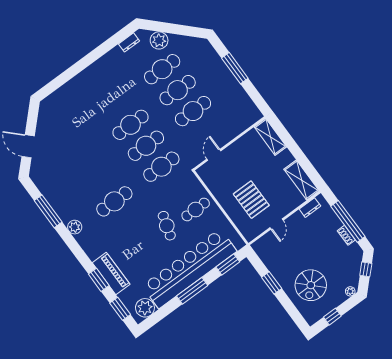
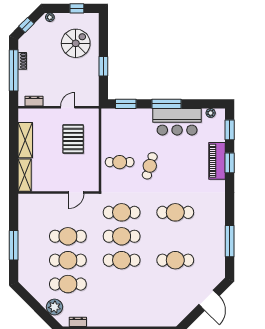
cafe table: (83, 159) -> (175, 260), added
shelving: (302, 180) -> (25, 140), moved
plant: (75, 227) -> (219, 215), removed
bar counter: (189, 269) -> (177, 122), width x0.54
plant: (145, 308) -> (211, 113), width x0.53, depth x0.53

